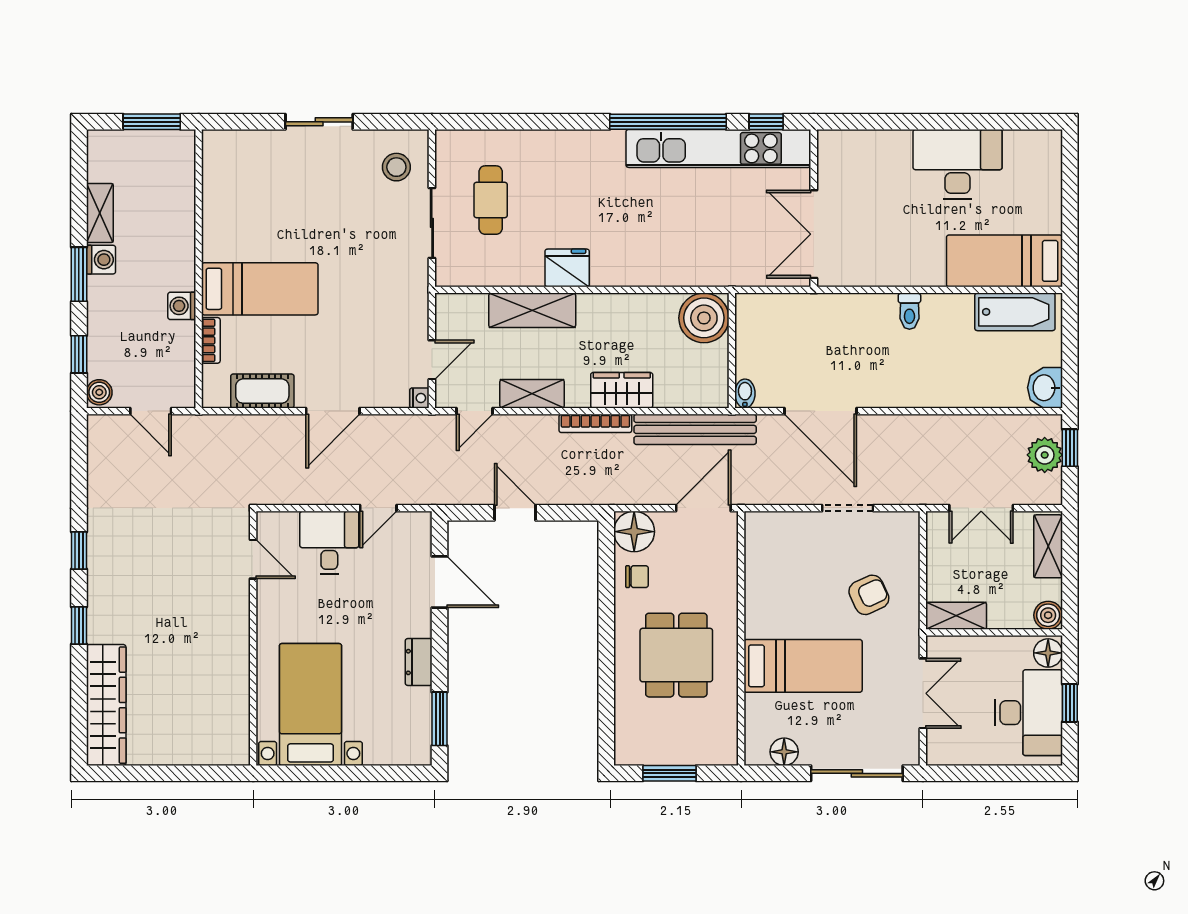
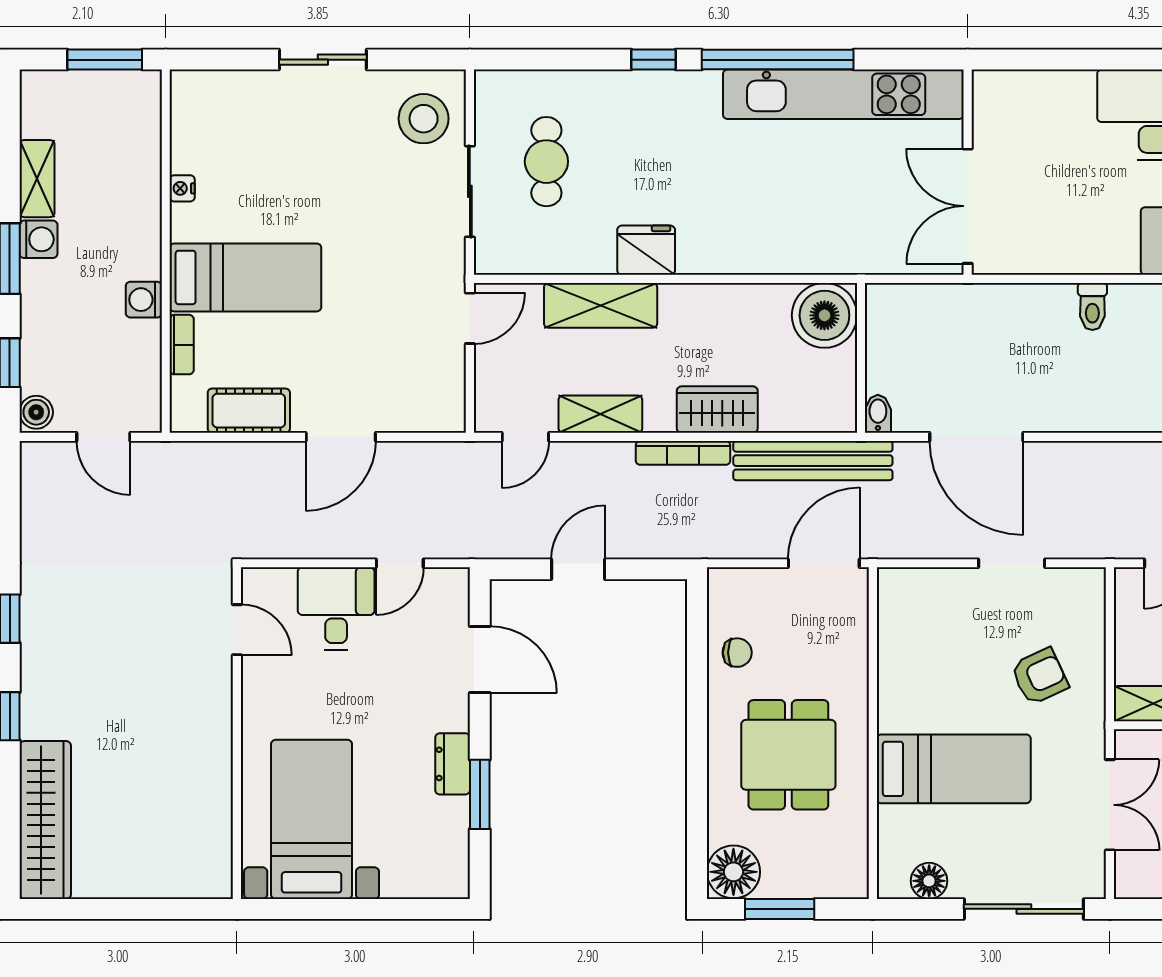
window: (766, 122) -> (654, 60), moved
stool: (396, 167) -> (424, 119), width x1.38, depth x1.38
door: (432, 360) -> (470, 318), moved
nightstand: (419, 398) -> (182, 188), moved, turned 180
door: (515, 513) -> (578, 569), hinge flipped
floor lamp: (634, 532) -> (733, 872), moved
window: (440, 719) -> (480, 794), moved

